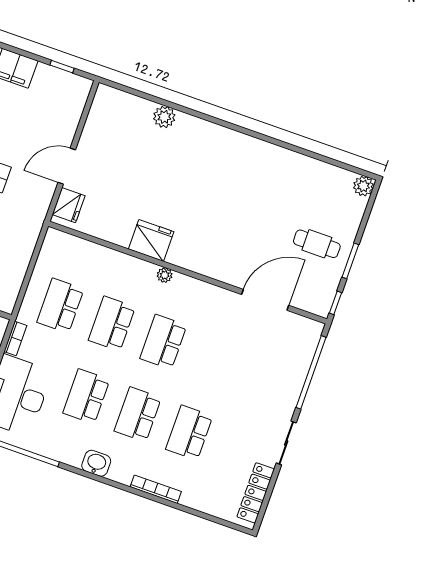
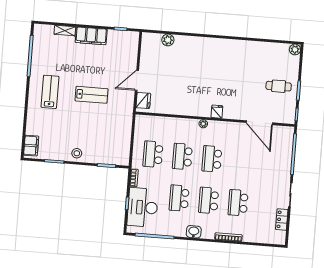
plant: (164, 117) -> (168, 40), moved
fridge: (151, 240) -> (217, 112), moved, width x0.53, depth x0.75
door: (265, 300) -> (259, 123), swing flipped
locker: (256, 493) -> (282, 220), width x0.66

